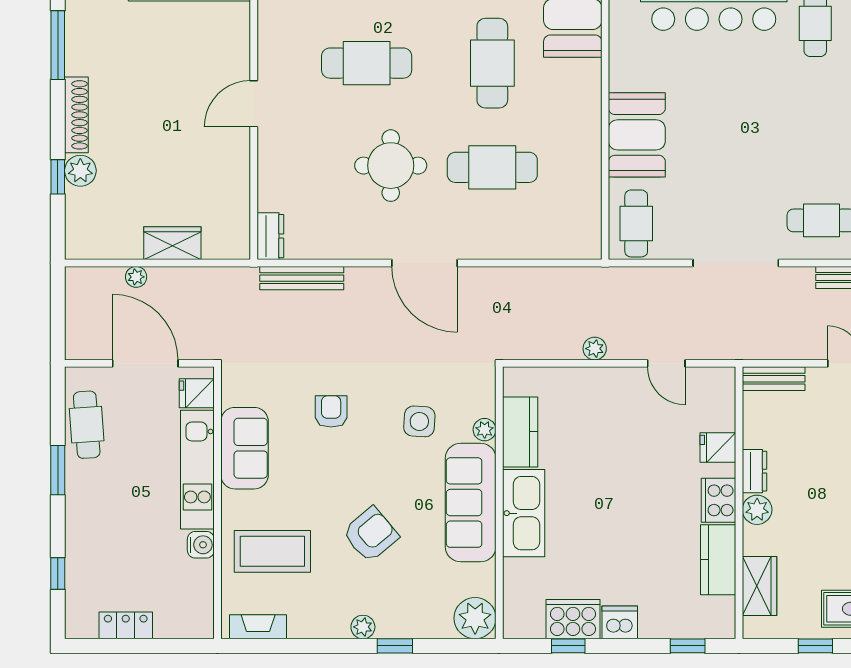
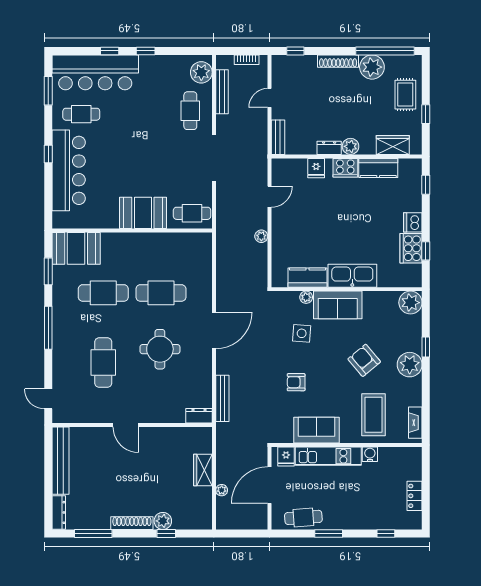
cafe table: (492, 167) -> (161, 293), turned 90
sofa: (471, 503) -> (338, 305), width x0.73
plant: (363, 627) -> (410, 365), width x1.87, depth x1.87

